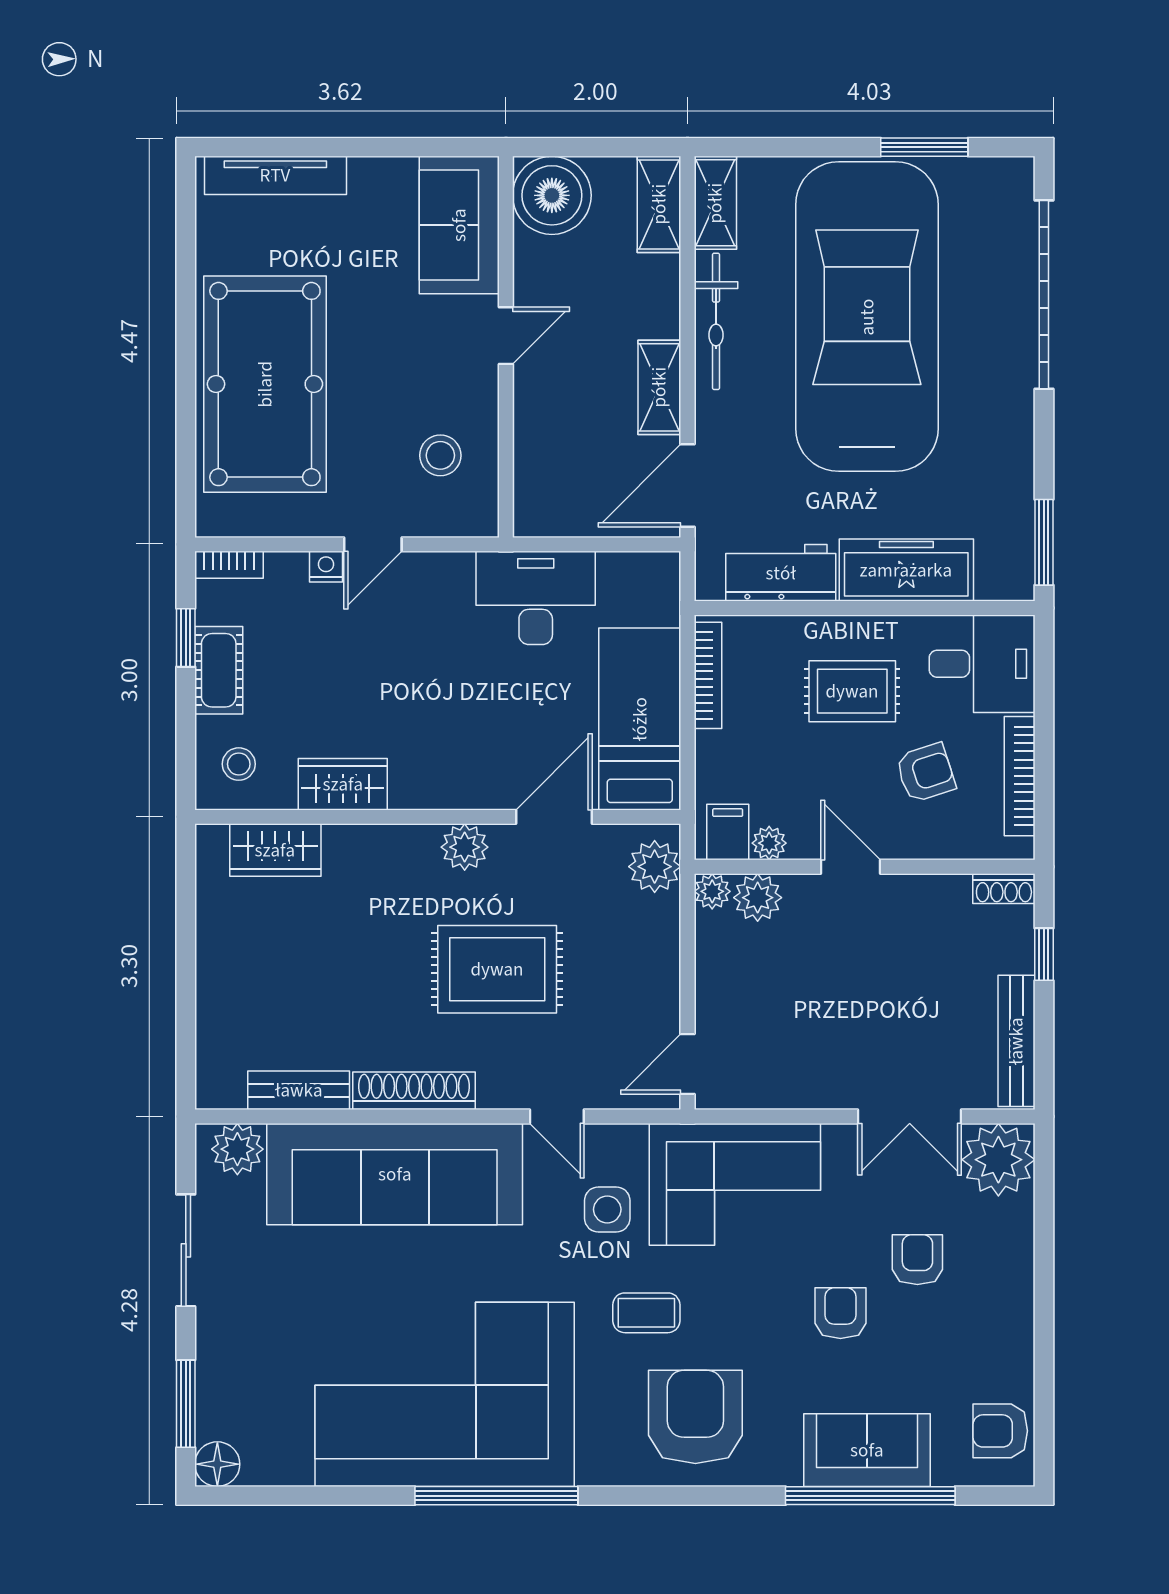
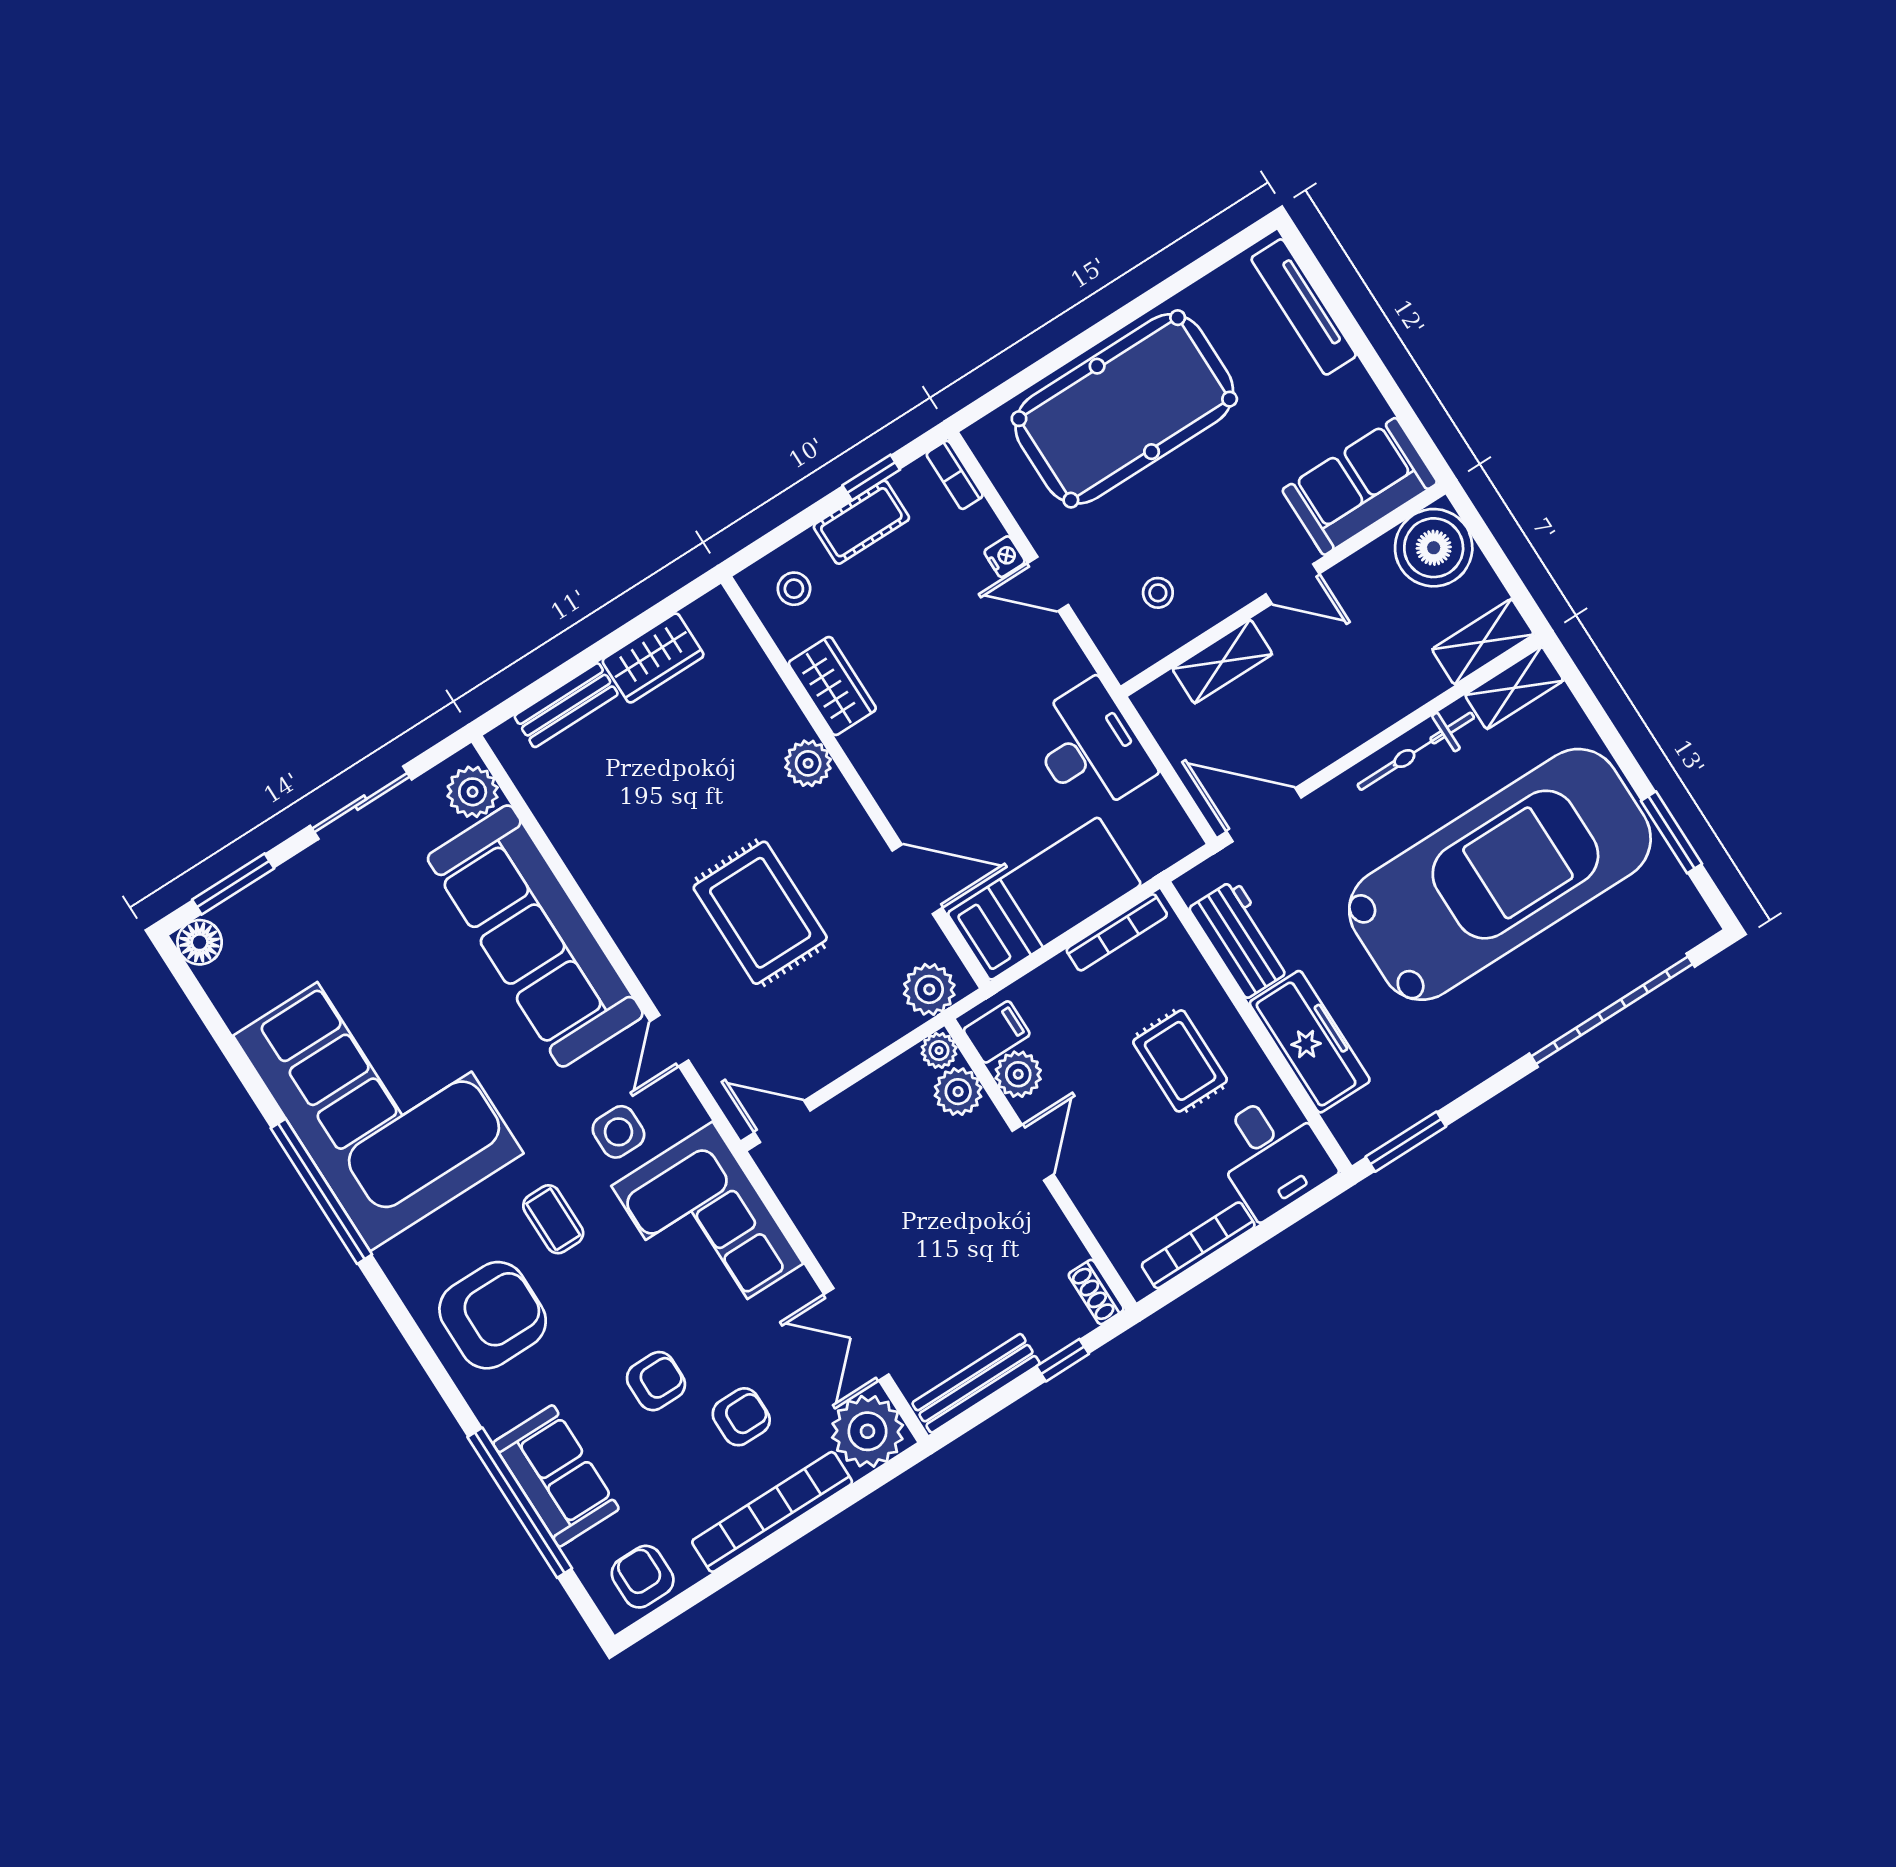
shelving: (659, 387) -> (1222, 661), moved
stool: (440, 455) -> (1158, 593), width x0.73, depth x0.73
armchair: (926, 773) -> (1151, 1165), removed
plant: (769, 843) -> (1018, 1074), width x1.38, depth x1.38
plant: (465, 847) -> (808, 763), moved
wardrobe: (275, 850) -> (653, 658), moved, turned -90
bench: (299, 1090) -> (566, 705), moved, turned 90
shoe rack: (414, 1091) -> (615, 908), removed
bookcase: (1015, 1285) -> (772, 1512), added

